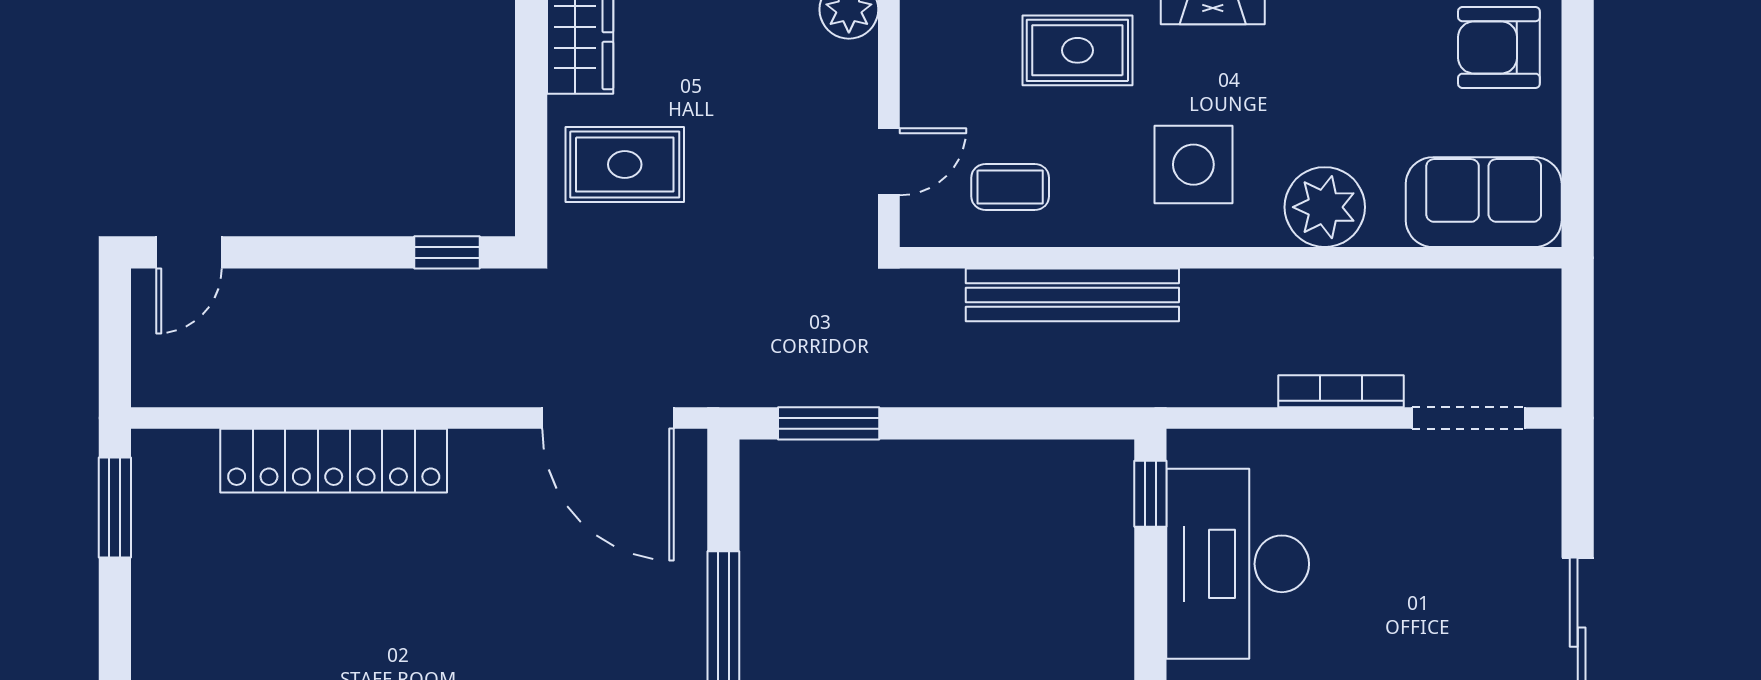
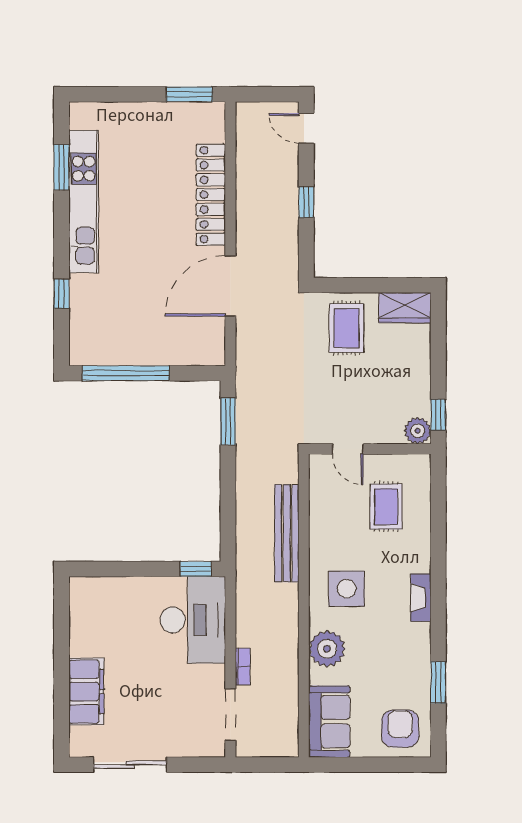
rug: (1077, 50) -> (386, 507), moved
coffee table: (1010, 187) -> (336, 505), removed
window: (447, 252) -> (306, 202), moved
bookcase: (1341, 391) -> (243, 667), width x0.64
door: (608, 418) -> (230, 286), moved
desk: (1238, 564) -> (193, 620), moved, turned 90

